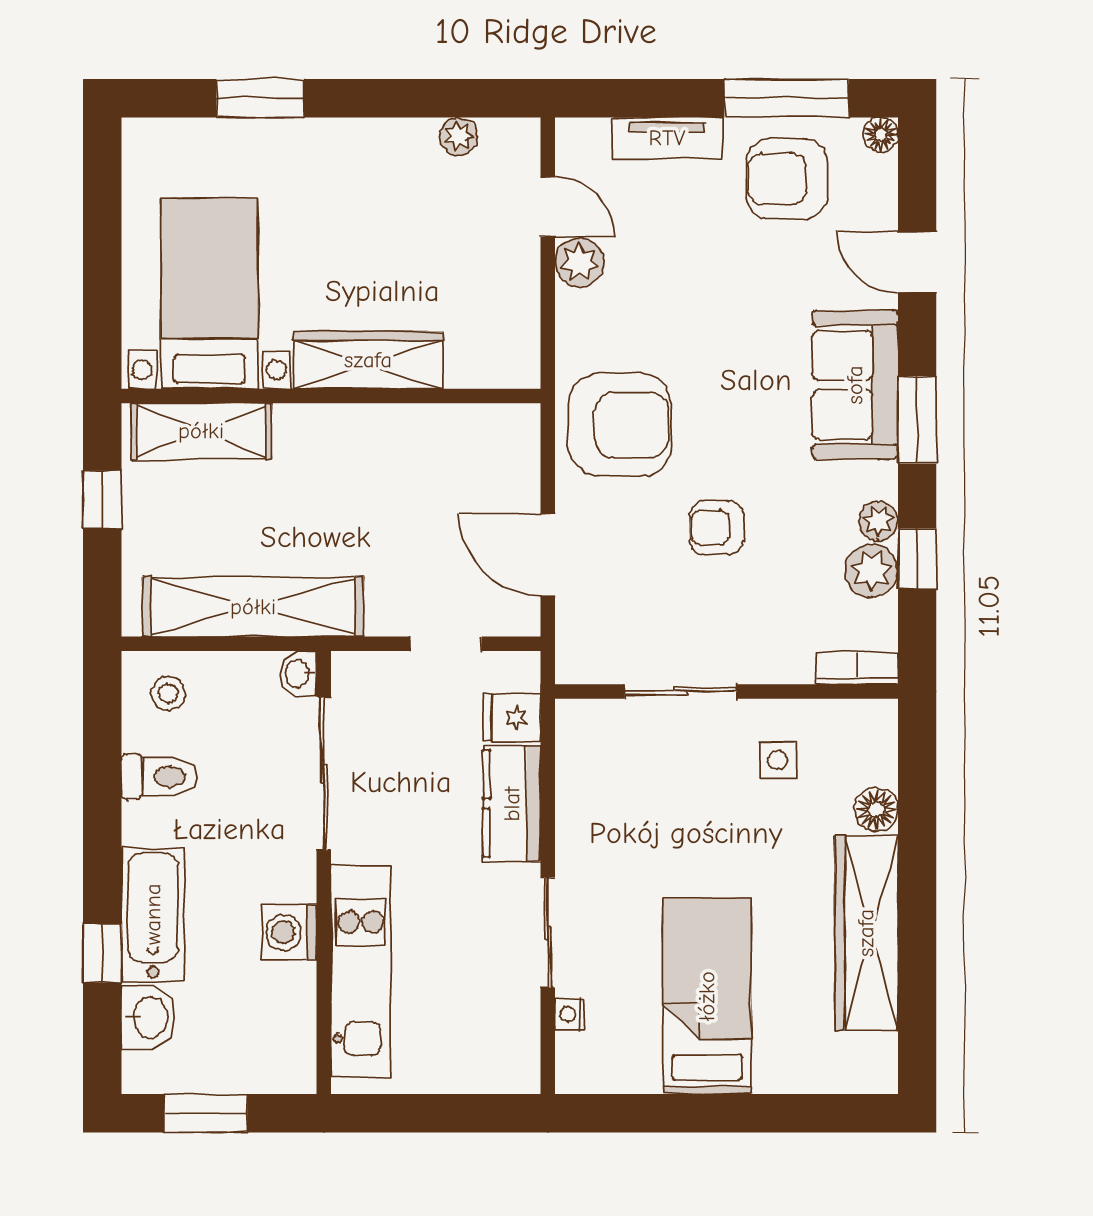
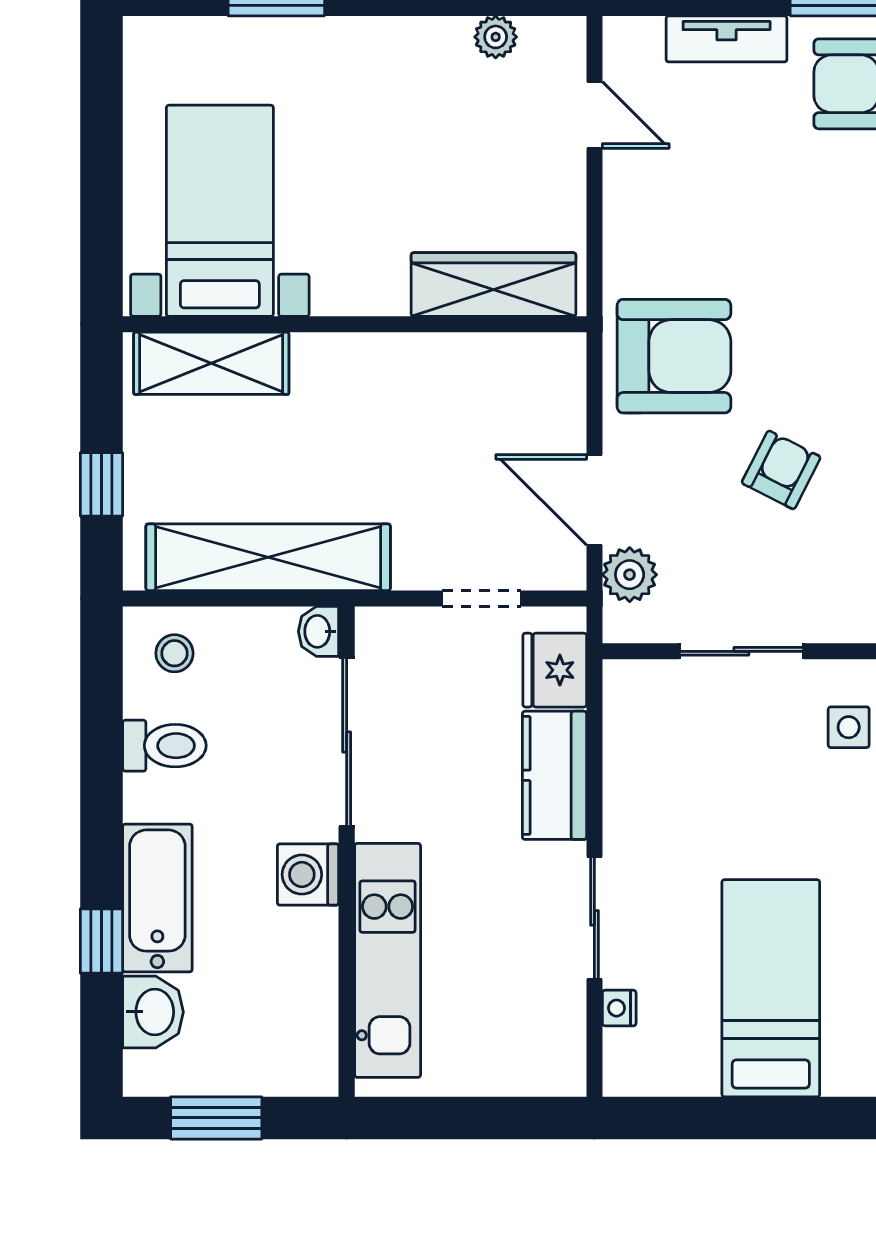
plant: (580, 262) -> (630, 575), moved
wardrobe: (368, 360) -> (493, 285), moved
window: (102, 500) -> (101, 484), moved
armchair: (716, 528) -> (781, 470), turned 117
fridge: (512, 718) -> (555, 670), width x1.38
washing machine: (289, 933) -> (308, 875), moved

